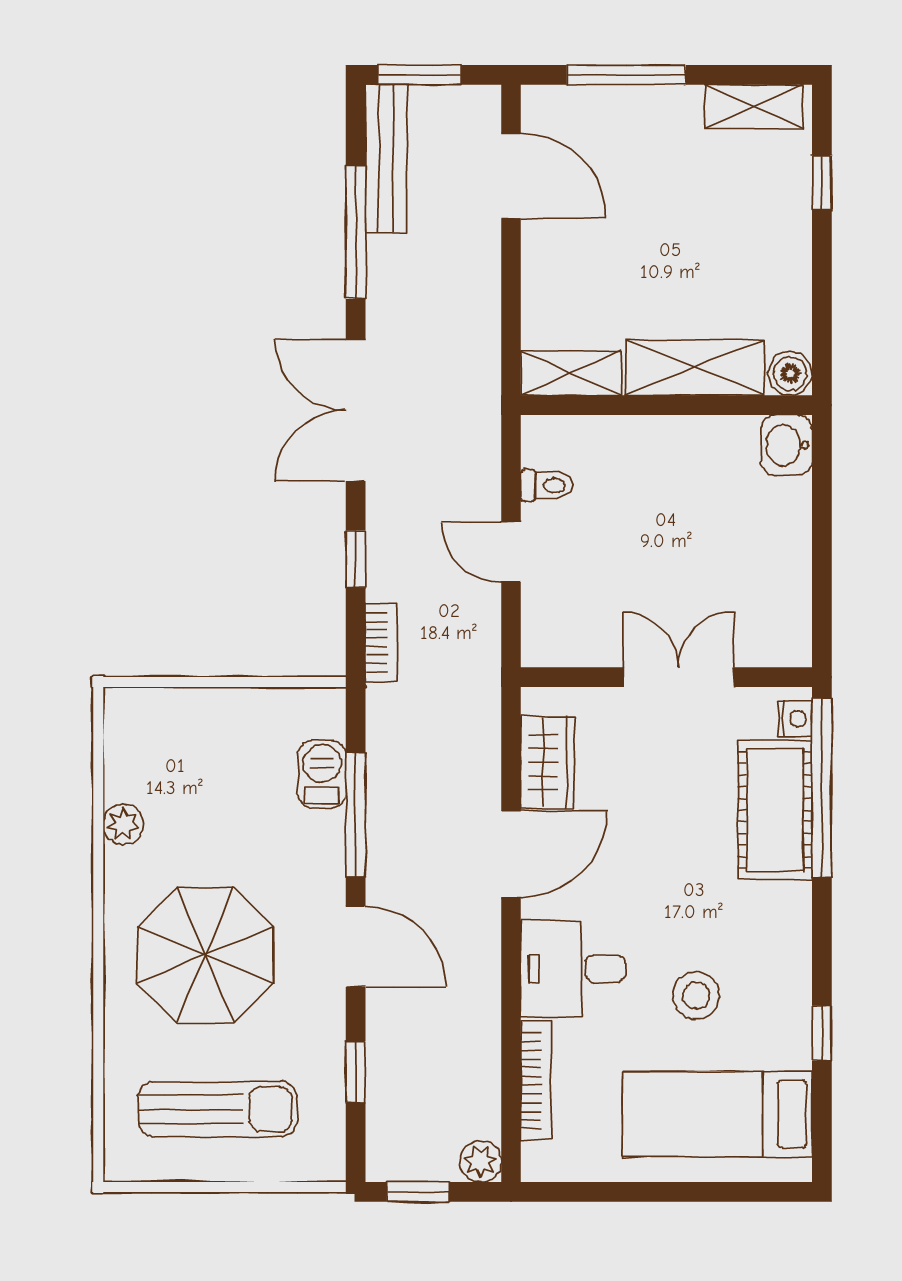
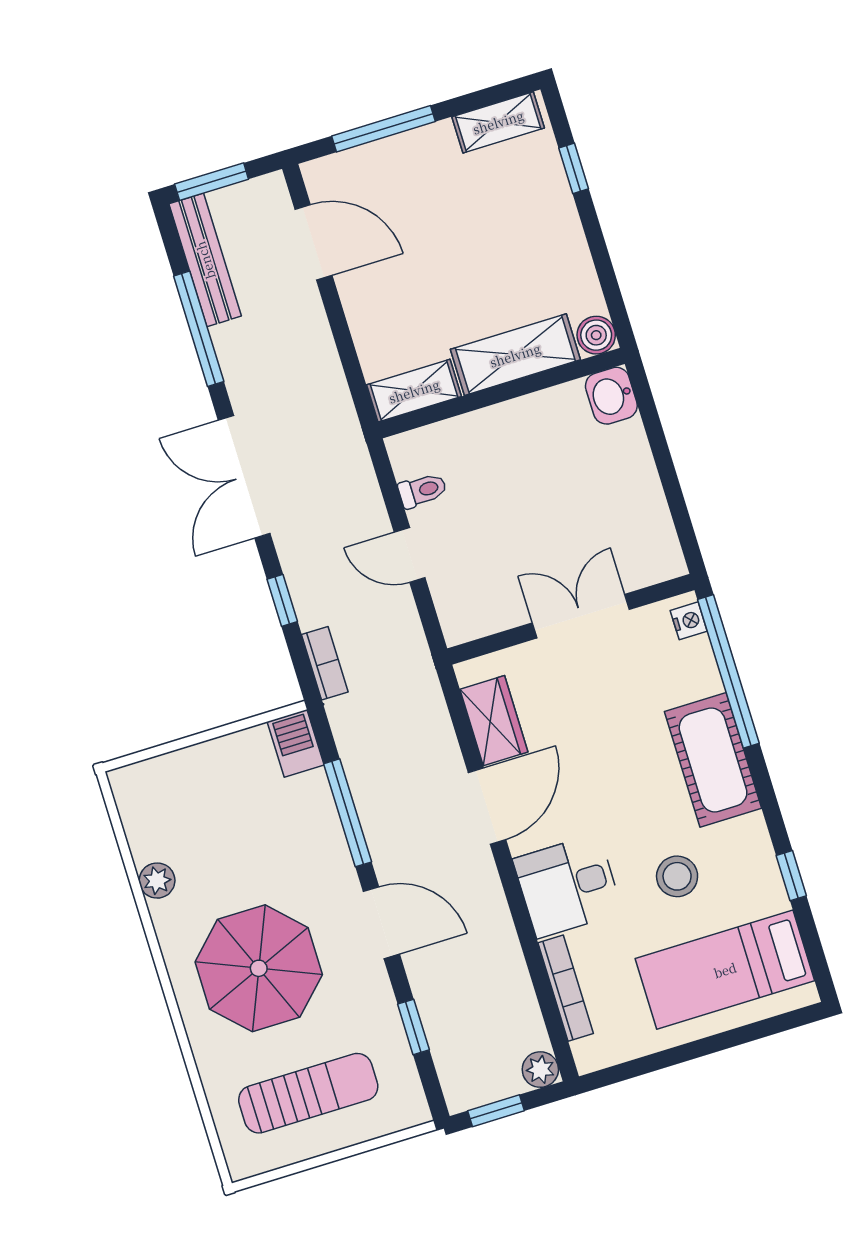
barbecue: (322, 774) -> (296, 743), moved
cot: (775, 810) -> (713, 760), moved

